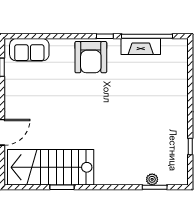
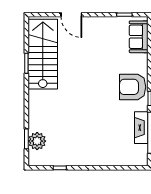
plant: (152, 179) -> (37, 141), width x1.88, depth x1.88

